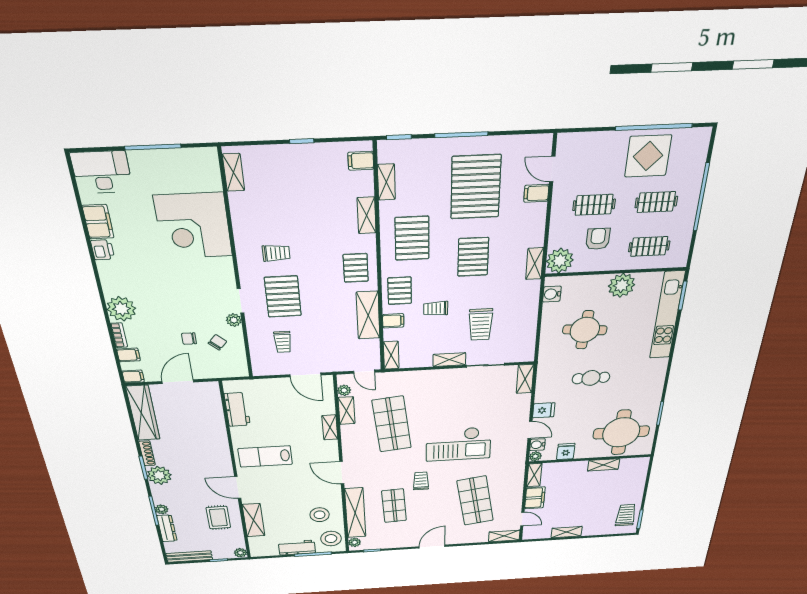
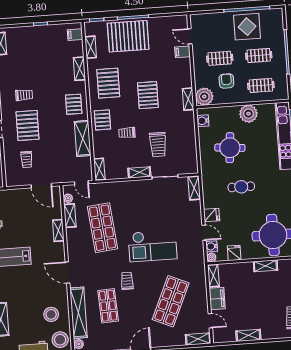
pallet: (476, 187) -> (128, 36), moved, turned 90
filing cabinet: (393, 321) -> (99, 142), removed
shop shelf: (475, 501) -> (171, 301), turned 33

